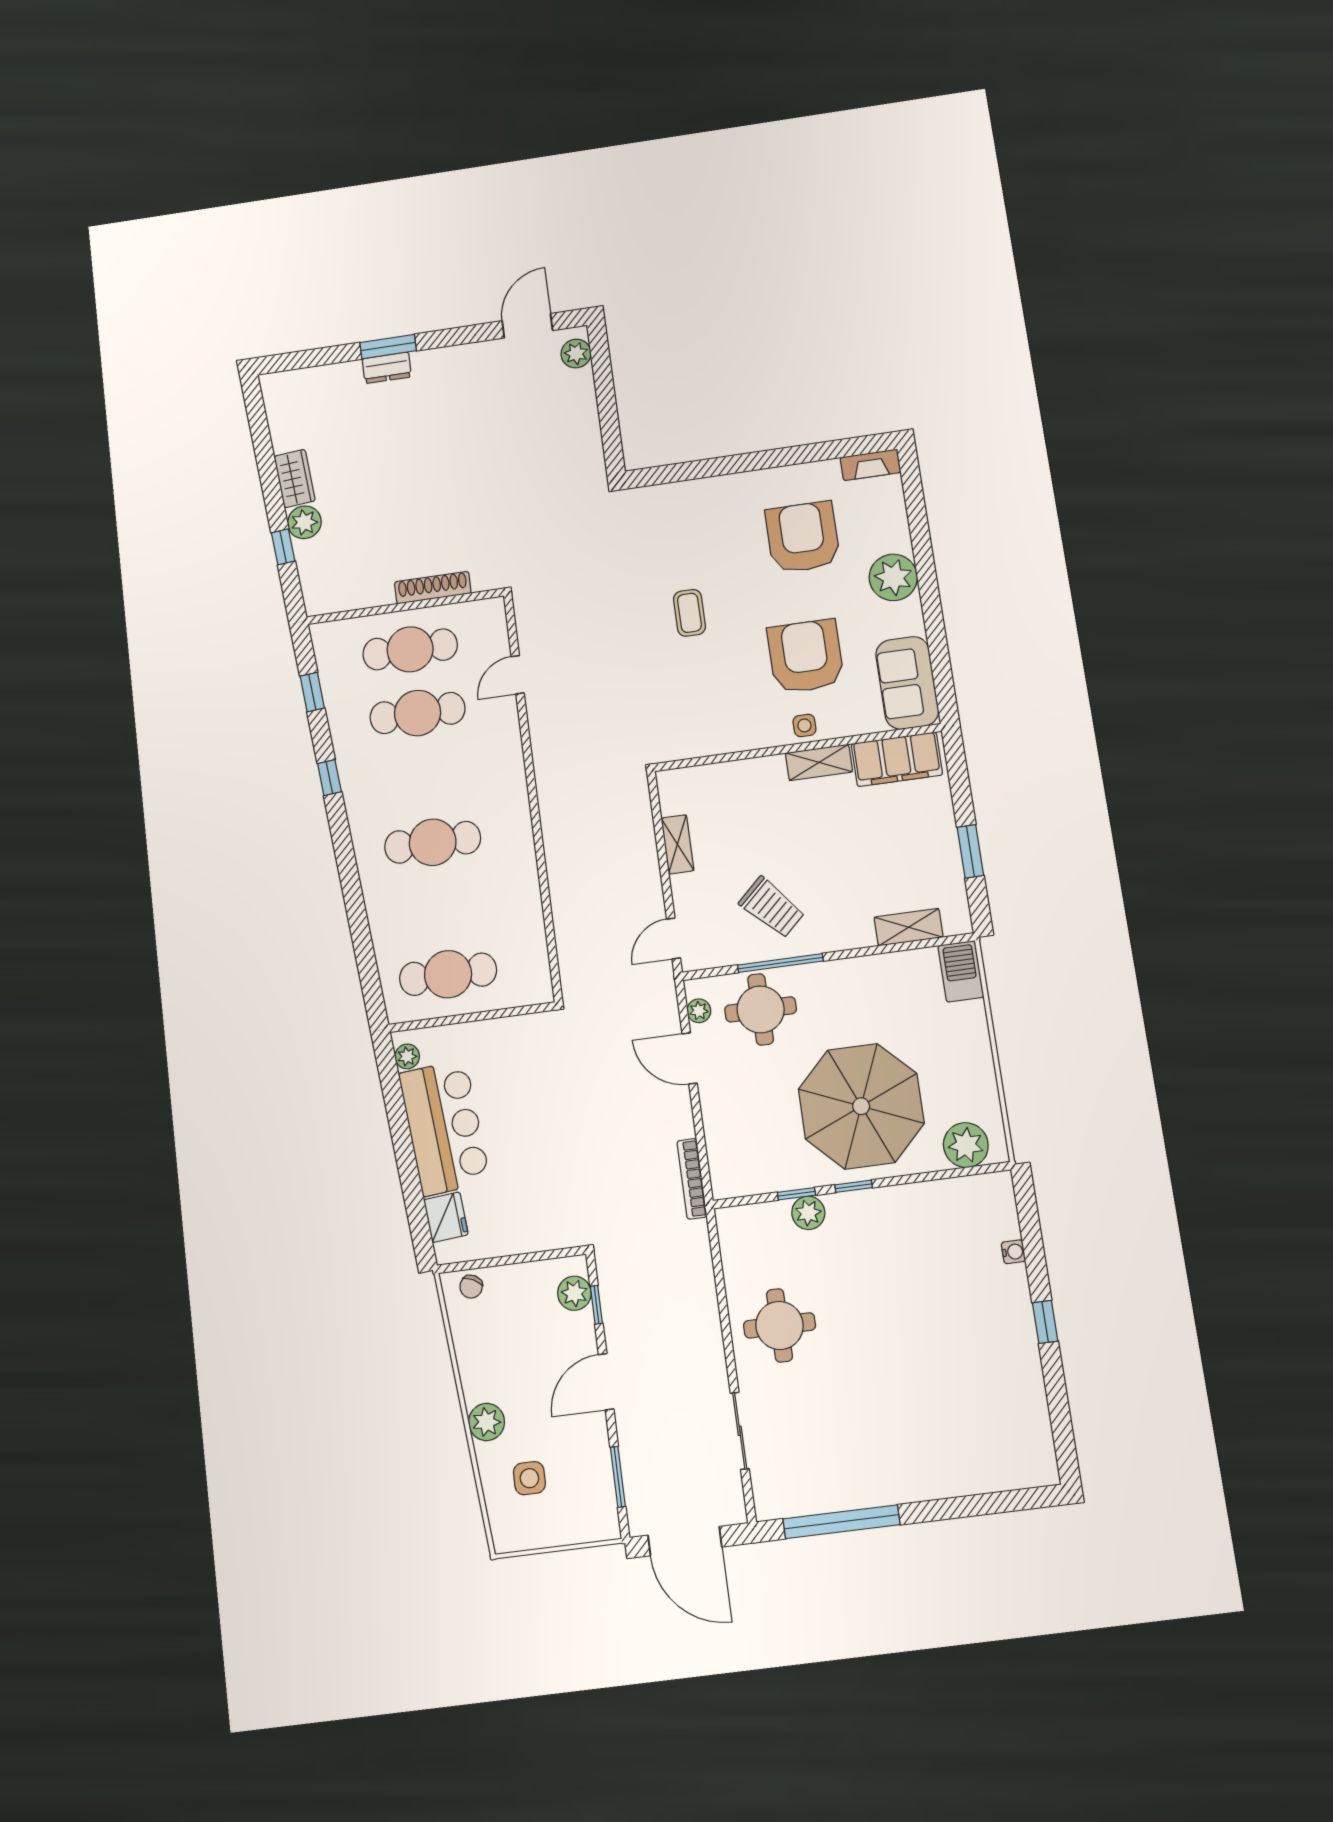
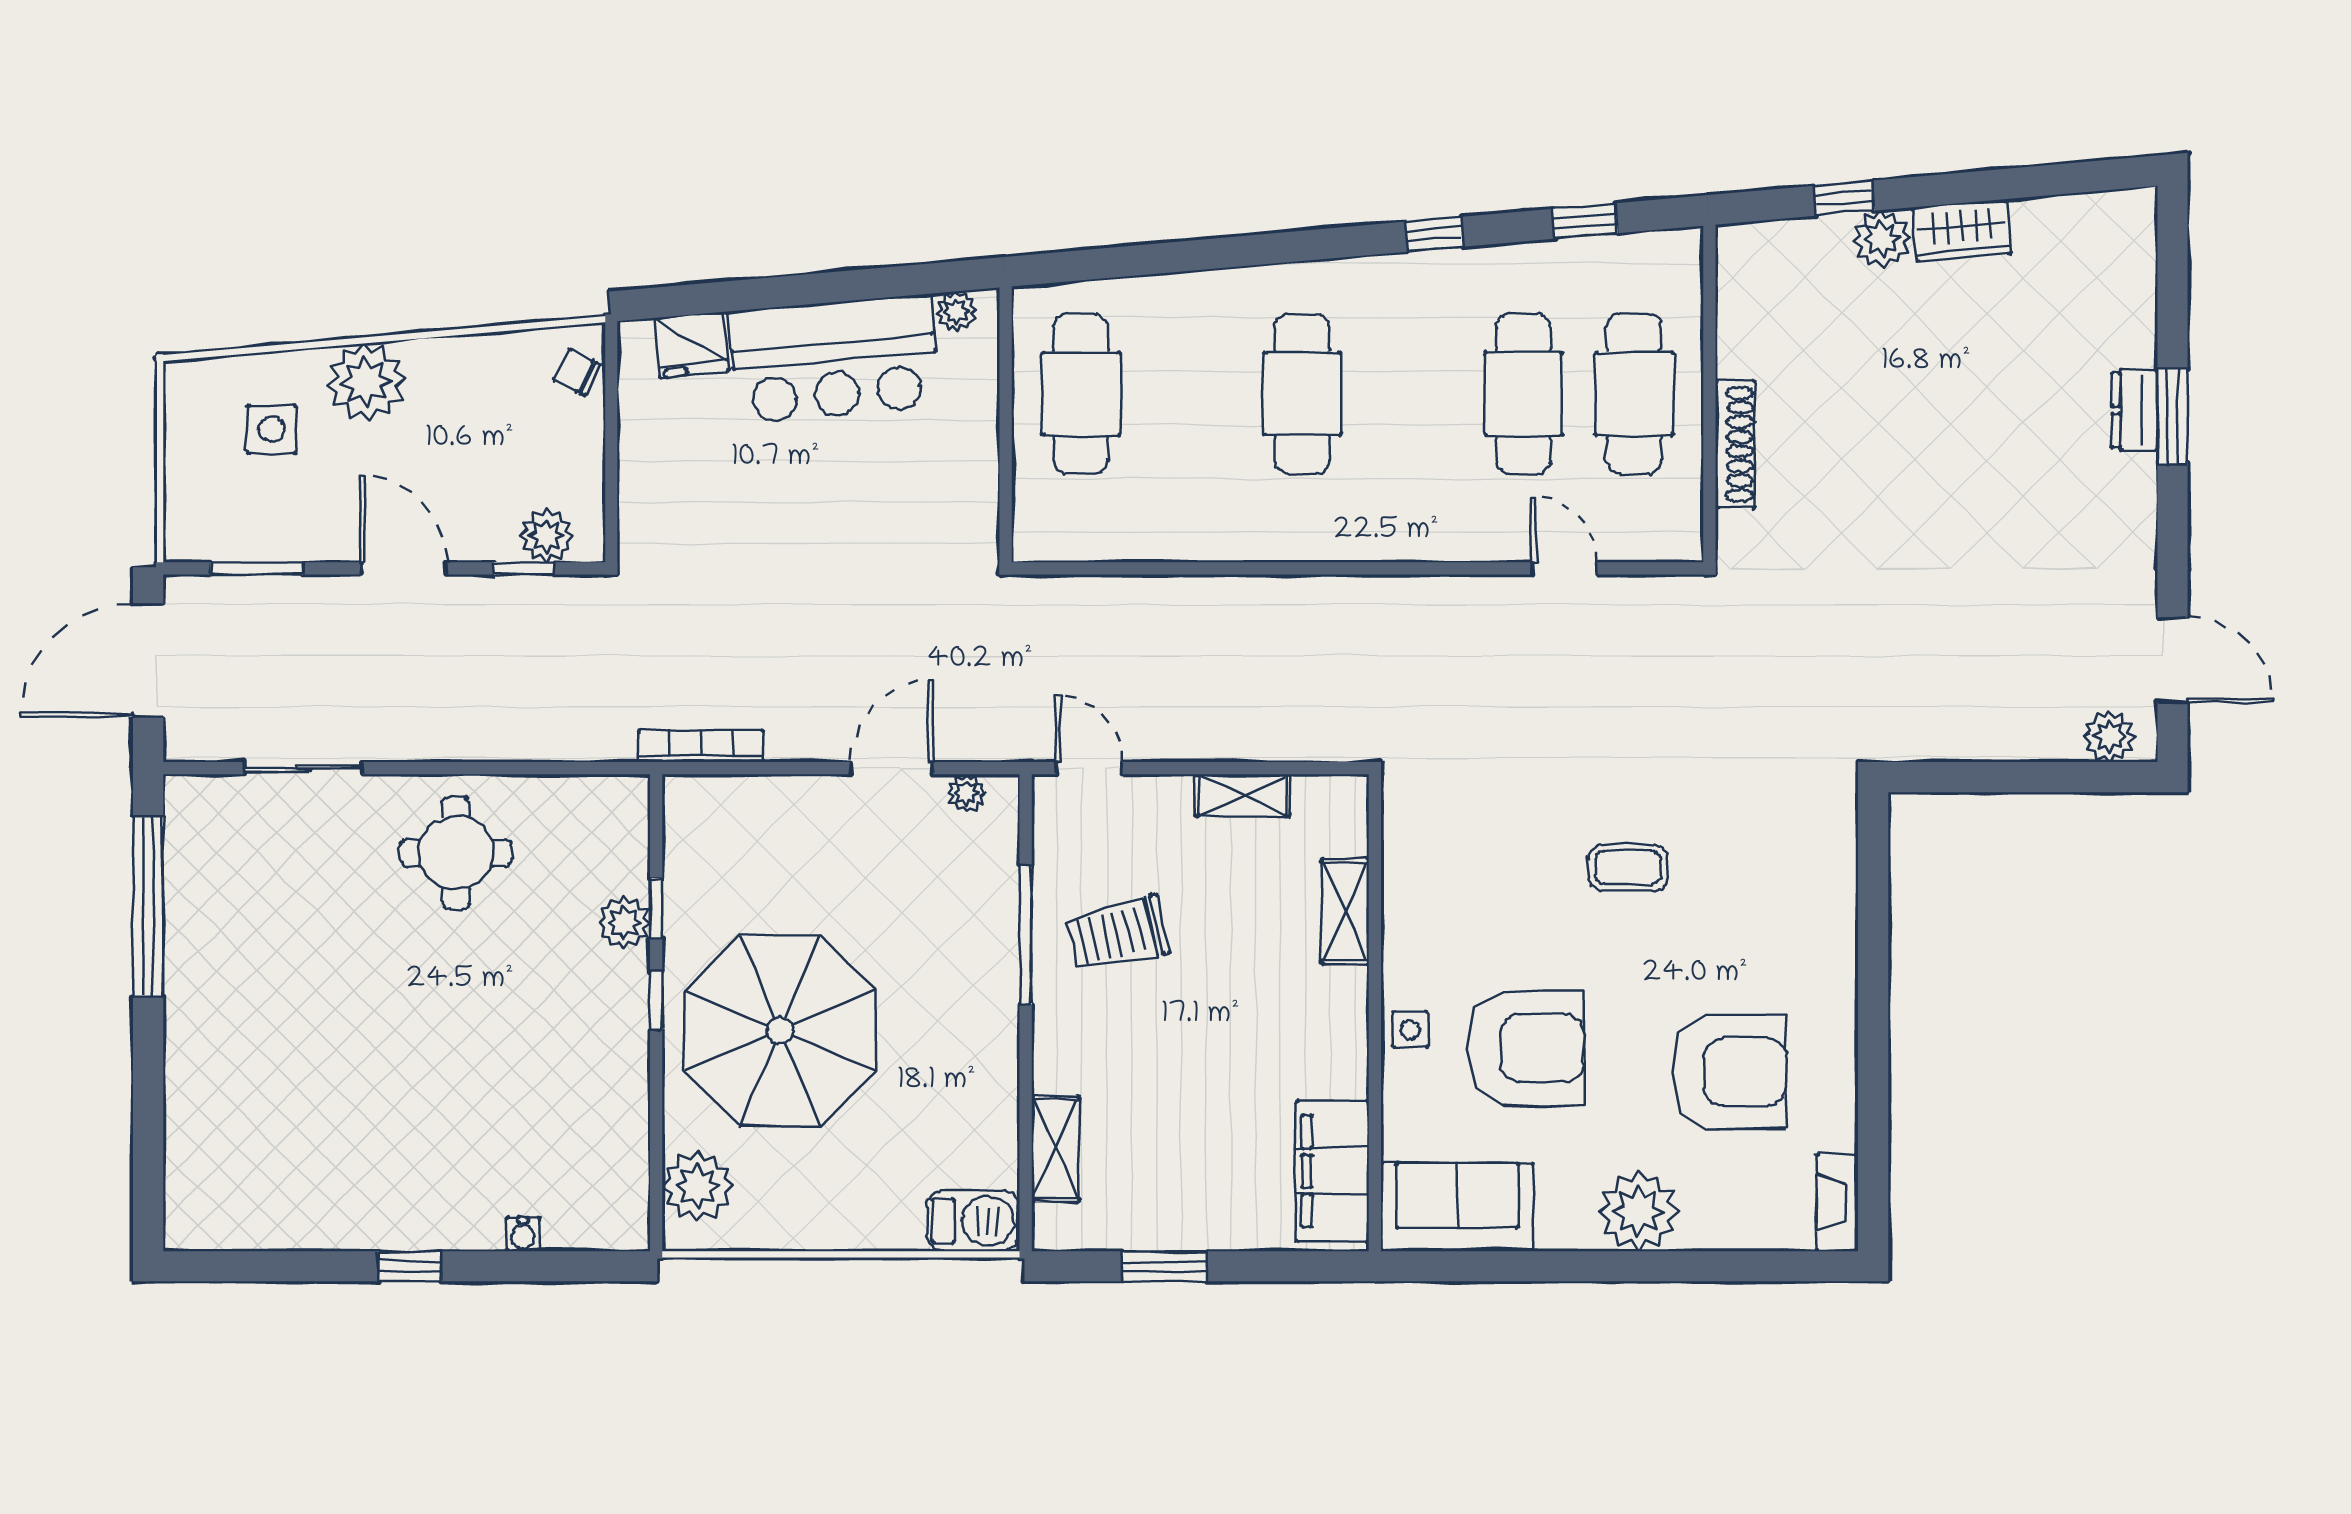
shelving: (819, 762) -> (1345, 912), moved
trolley: (772, 907) -> (1118, 934), turned 30
round table: (761, 1009) -> (955, 893), removed
plant: (487, 1422) -> (366, 382), width x1.36, depth x1.36

